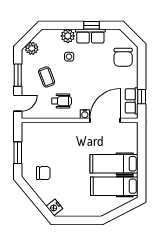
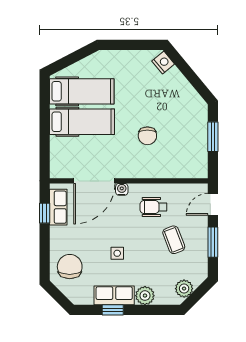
plant: (32, 48) -> (184, 289), moved
side table: (69, 57) -> (117, 253), moved
chair: (43, 173) -> (147, 136), moved, turned -90

